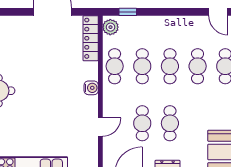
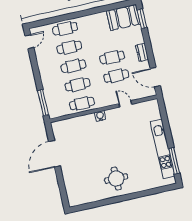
window: (128, 12) -> (43, 103), width x2.17
plant: (110, 27) -> (56, 112), removed
locker: (91, 38) -> (67, 124), removed

